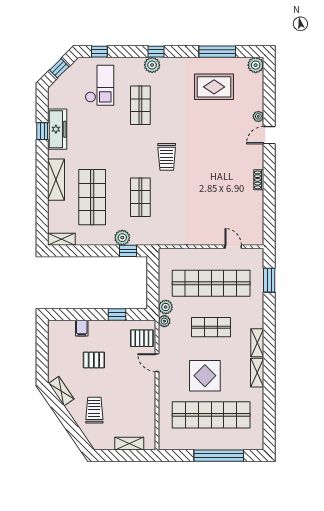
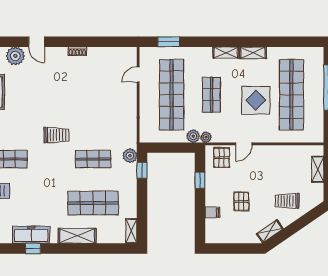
plant: (258, 116) -> (15, 56), width x1.87, depth x1.87
plant: (122, 238) -> (130, 156), moved

